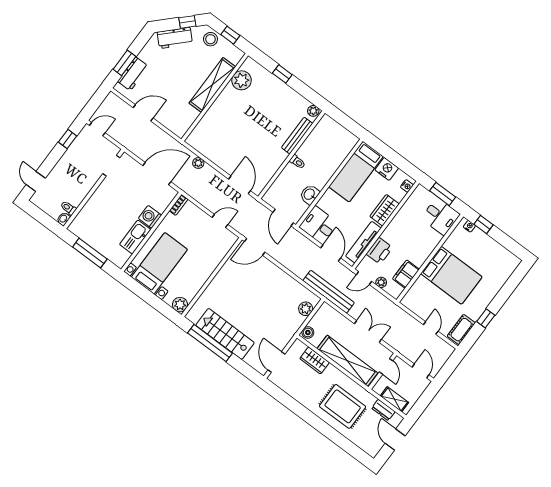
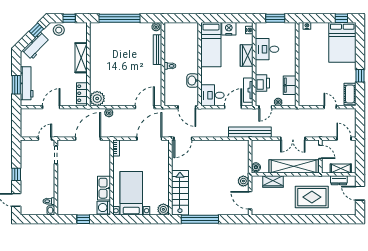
workbench: (133, 74) -> (27, 83), width x1.38
window: (282, 74) -> (120, 18), width x3.17
plant: (241, 80) -> (97, 98), moved
shelving: (212, 85) -> (81, 58), width x0.68
locker: (186, 122) -> (82, 93), added
door: (97, 129) -> (45, 139), moved
window: (68, 139) -> (16, 174), moved
door: (240, 185) -> (145, 107), hinge flipped
desk: (441, 216) -> (267, 49), moved, turned 180
washing machine: (150, 217) -> (104, 208), moved
door: (220, 221) -> (149, 139), width x1.88
window: (484, 224) -> (341, 18), moved
tv unit: (363, 242) -> (248, 90), width x0.71
window: (90, 253) -> (83, 219), width x0.46
door: (331, 253) -> (233, 107), hinge flipped
bed: (451, 275) -> (342, 42), moved, turned 90
plant: (306, 309) -> (243, 181), moved
double door: (368, 332) -> (293, 139), swing flipped
stairs: (225, 334) -> (180, 193), moved, turned 90

